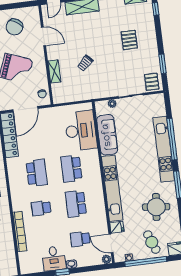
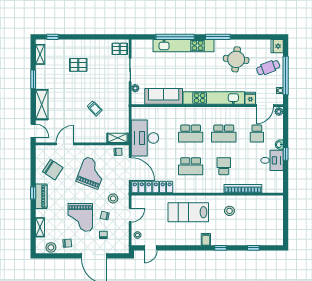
window: (163, 64) -> (104, 37), removed
shelving: (54, 71) -> (118, 138), moved
desk: (81, 131) -> (145, 138), moved, turned -90
school desk: (37, 173) -> (191, 166), turned 180
school desk: (41, 208) -> (224, 166), turned 180

